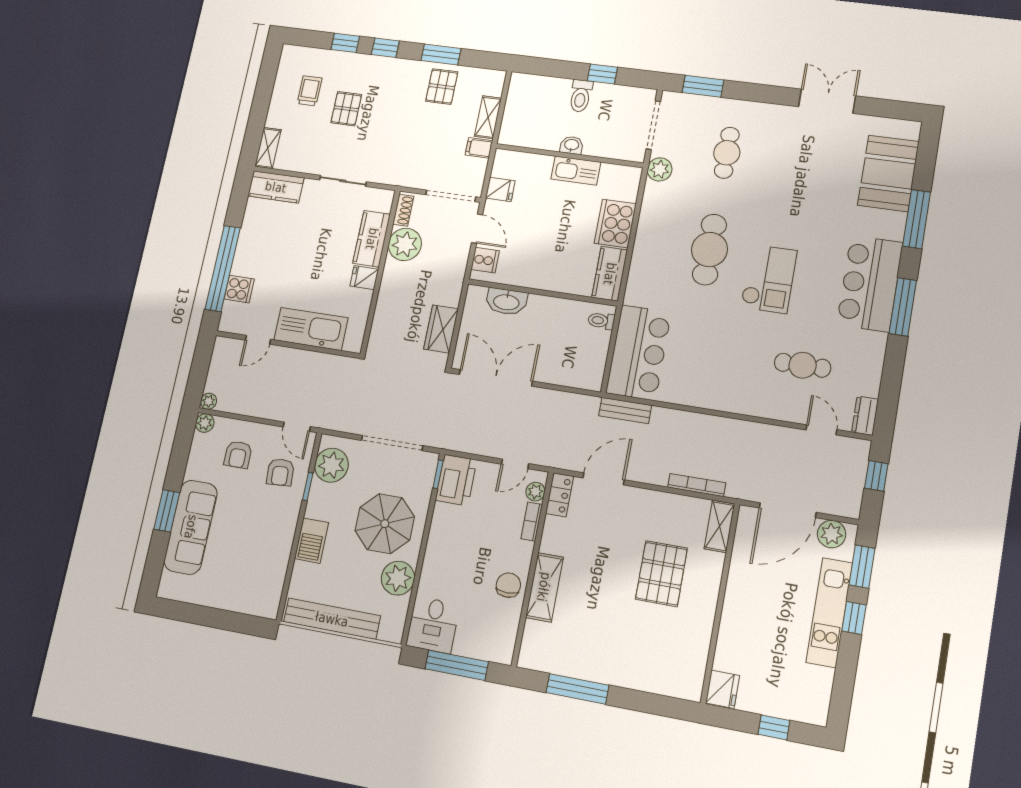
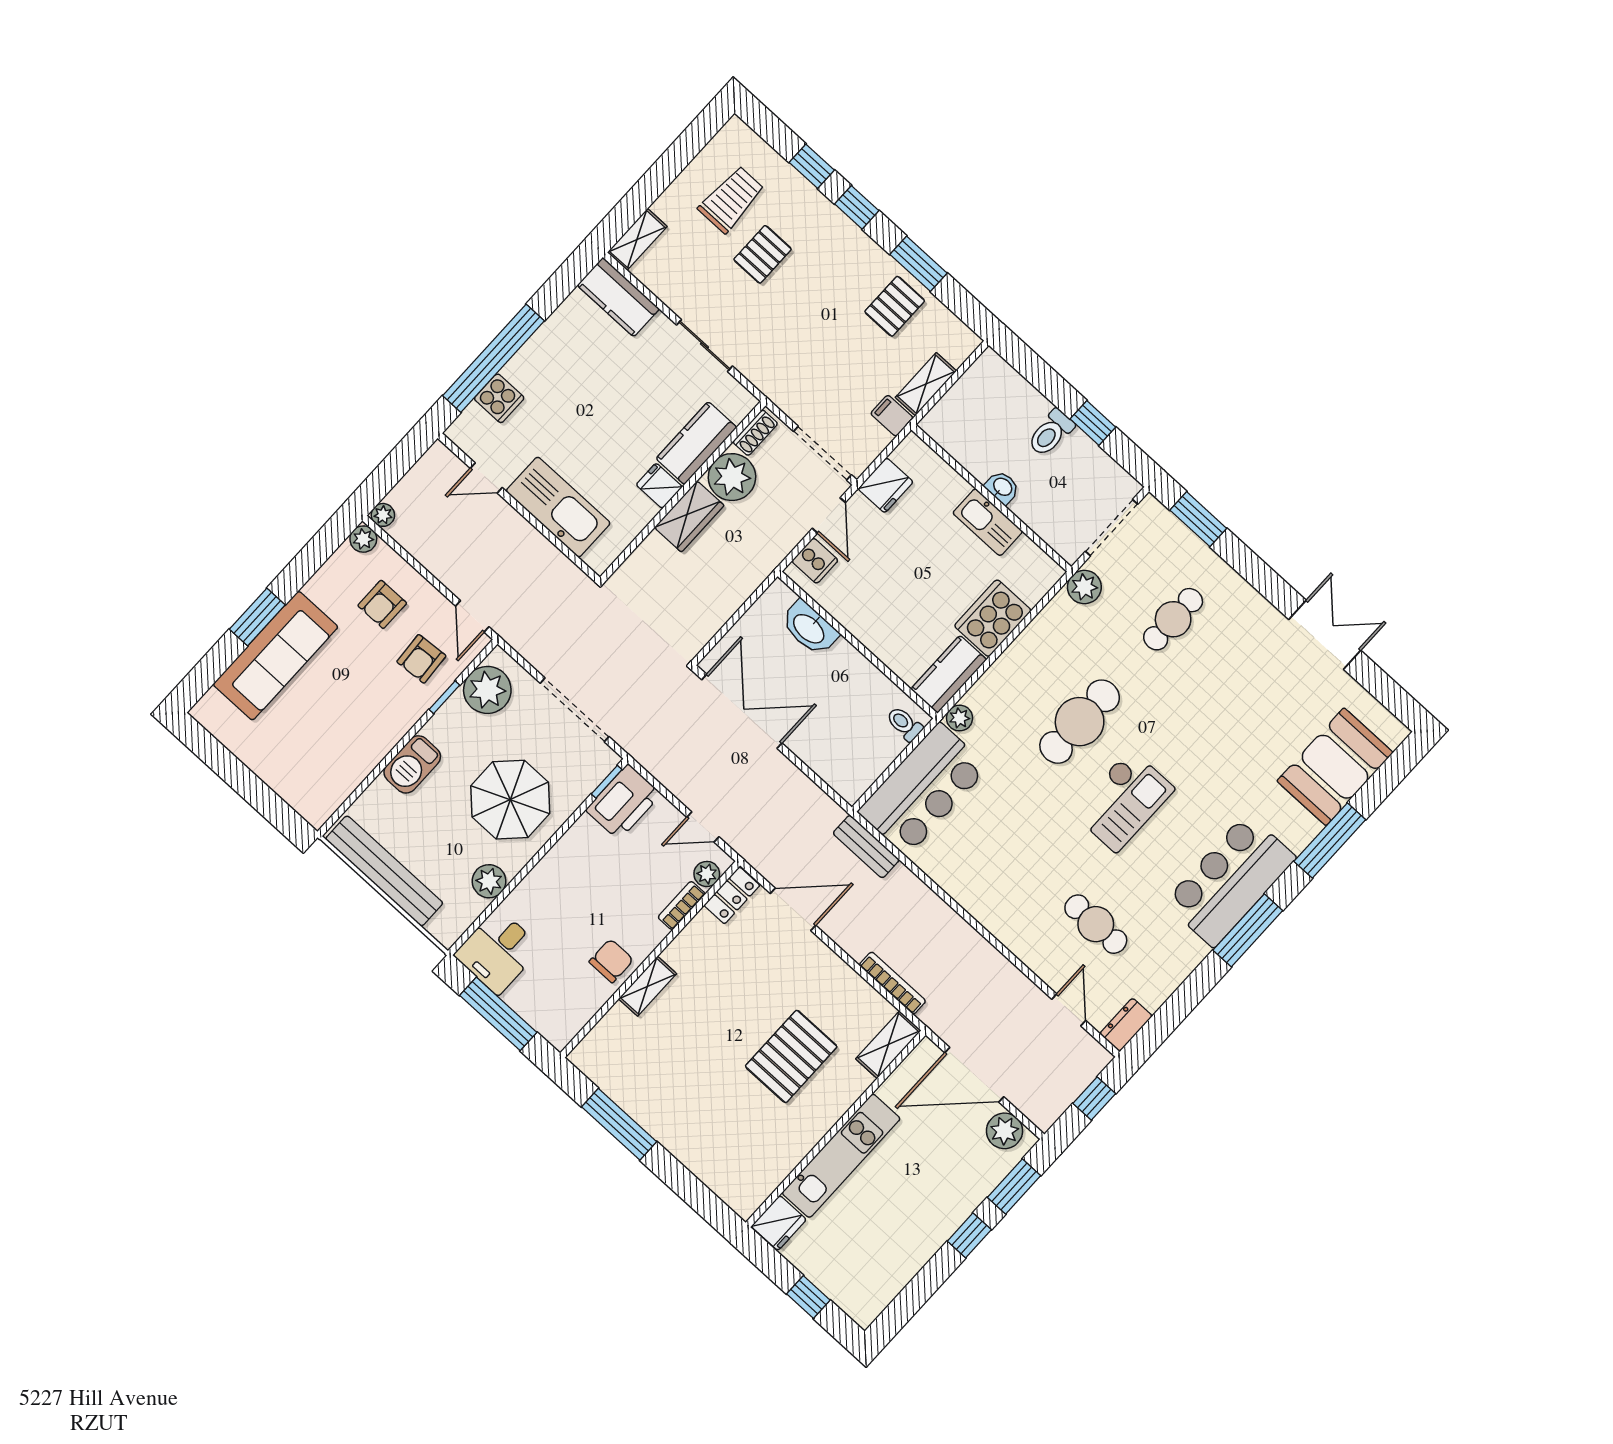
trolley: (310, 91) -> (731, 199), width x1.36, depth x1.39
fridge: (500, 189) -> (886, 485), width x1.38
plant: (633, 295) -> (959, 718), added
wardrobe: (441, 329) -> (689, 516), moved, turned 180
plant: (398, 578) -> (489, 881), width x0.73, depth x0.73
shelving: (544, 587) -> (648, 986), width x0.67, depth x0.75
kitchen unit: (829, 613) -> (841, 1156), moved, turned 180

